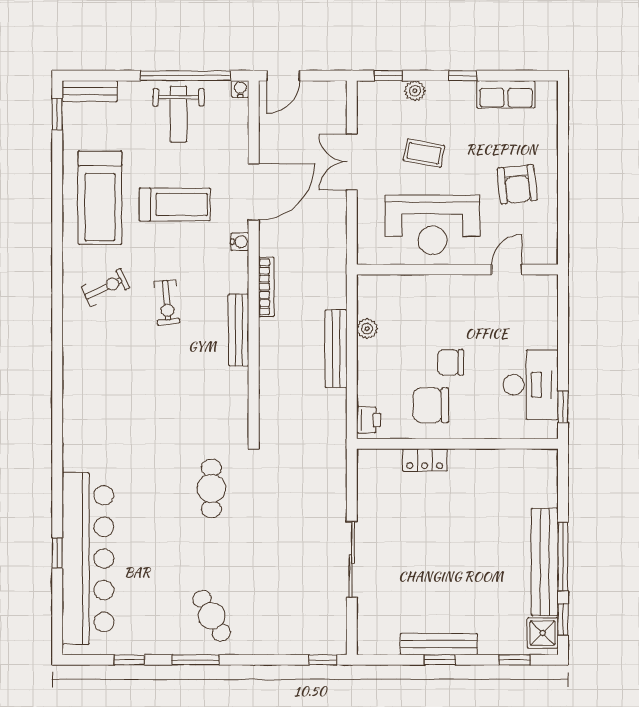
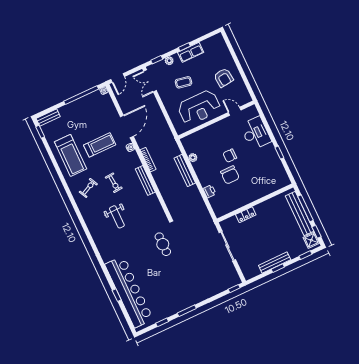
row of seats: (506, 94) -> (191, 52), moved
weight bench: (179, 114) -> (117, 217), moved
double door: (352, 162) -> (150, 81), moved
door: (507, 270) -> (235, 111), hinge flipped
desk: (531, 385) -> (256, 133), moved
chair: (431, 405) -> (230, 175), turned -90
wall: (457, 444) -> (255, 203), moved
locker: (425, 460) -> (246, 215), moved
cafe table: (212, 616) -> (185, 292), removed

